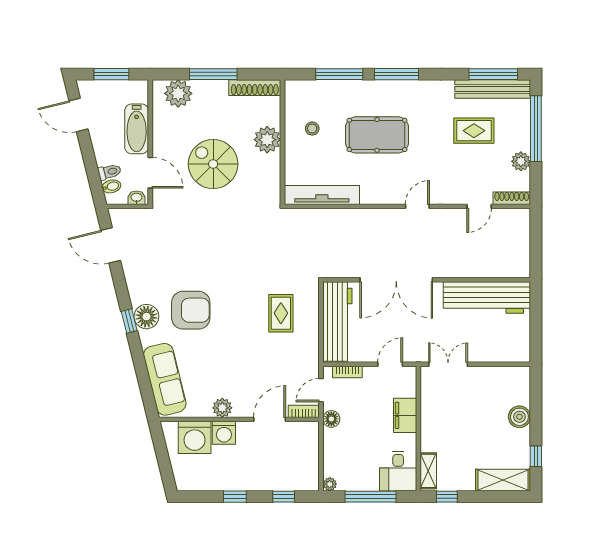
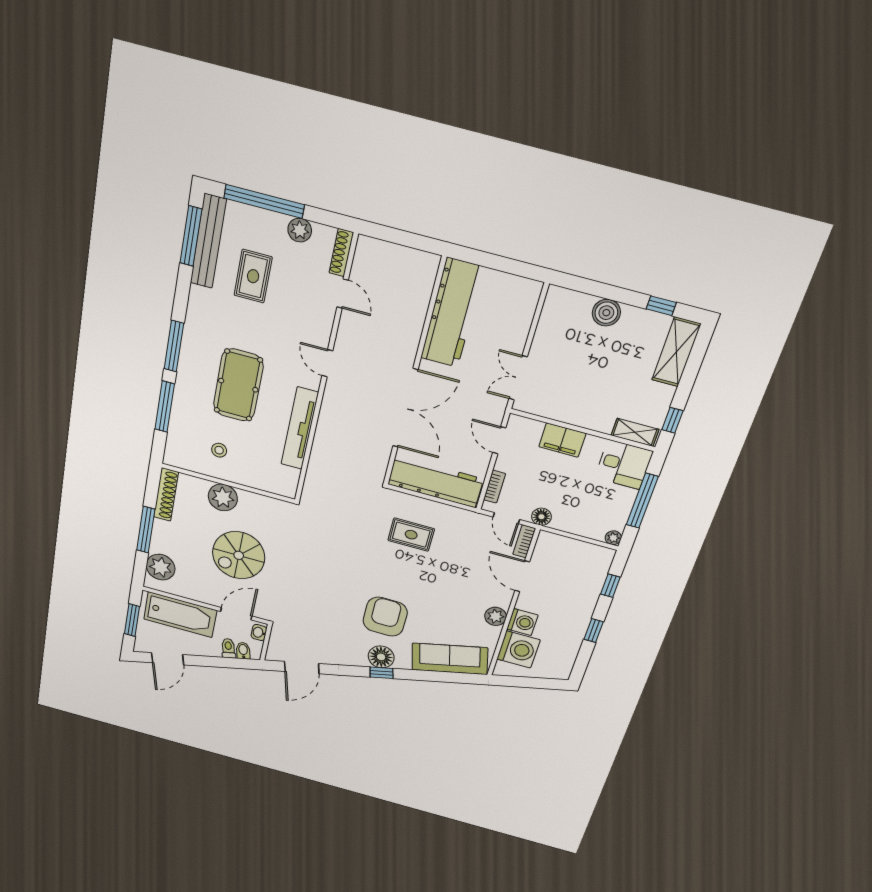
bathtub: (137, 129) -> (180, 615), width x1.36, depth x1.36
tv unit: (322, 195) -> (300, 428), moved

